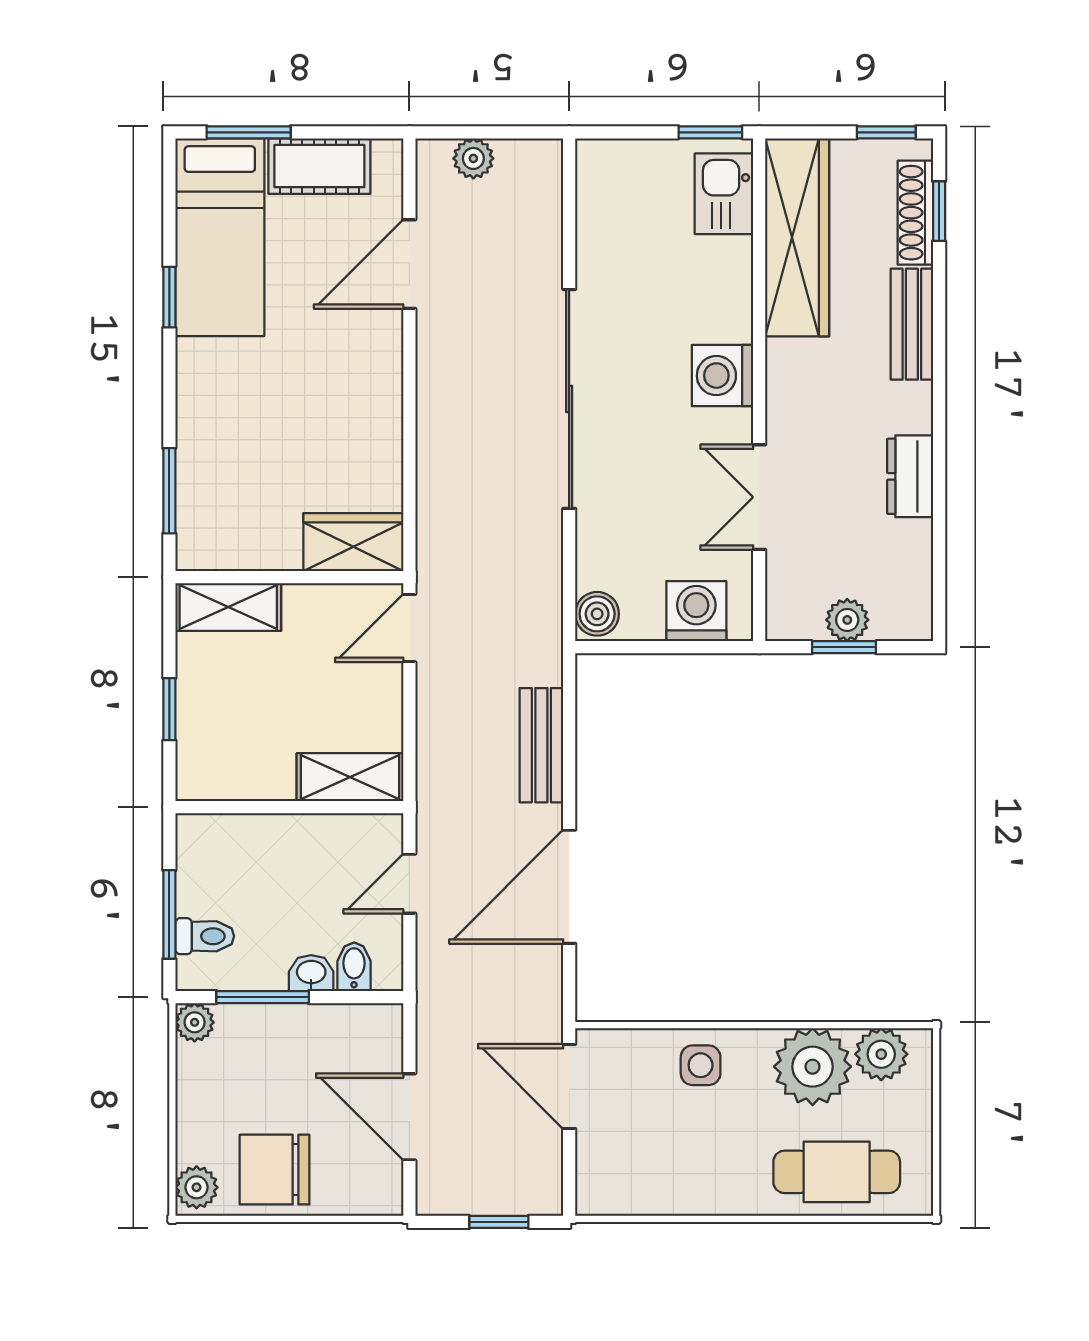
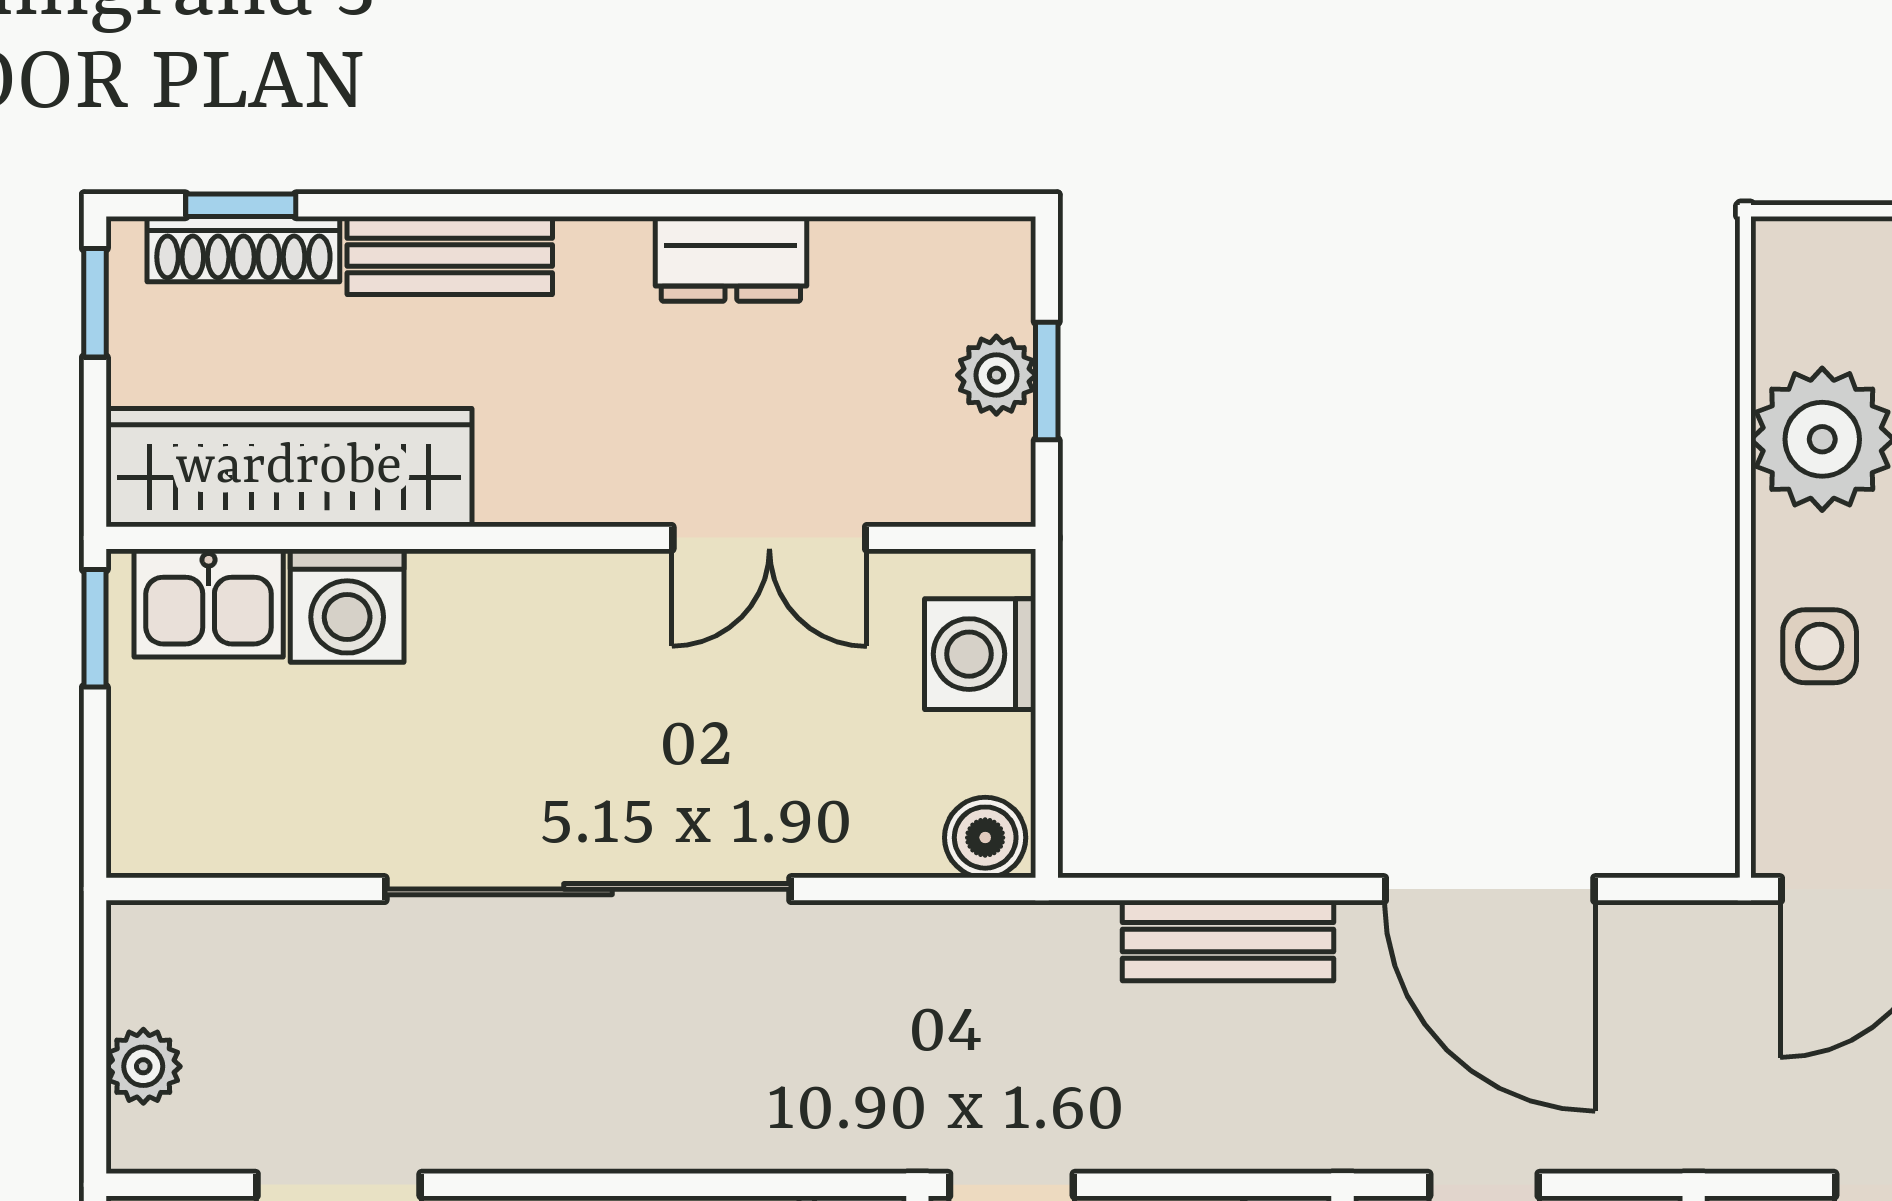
washing machine: (723, 376) -> (347, 606), moved
plant: (881, 1054) -> (1799, 312), removed

